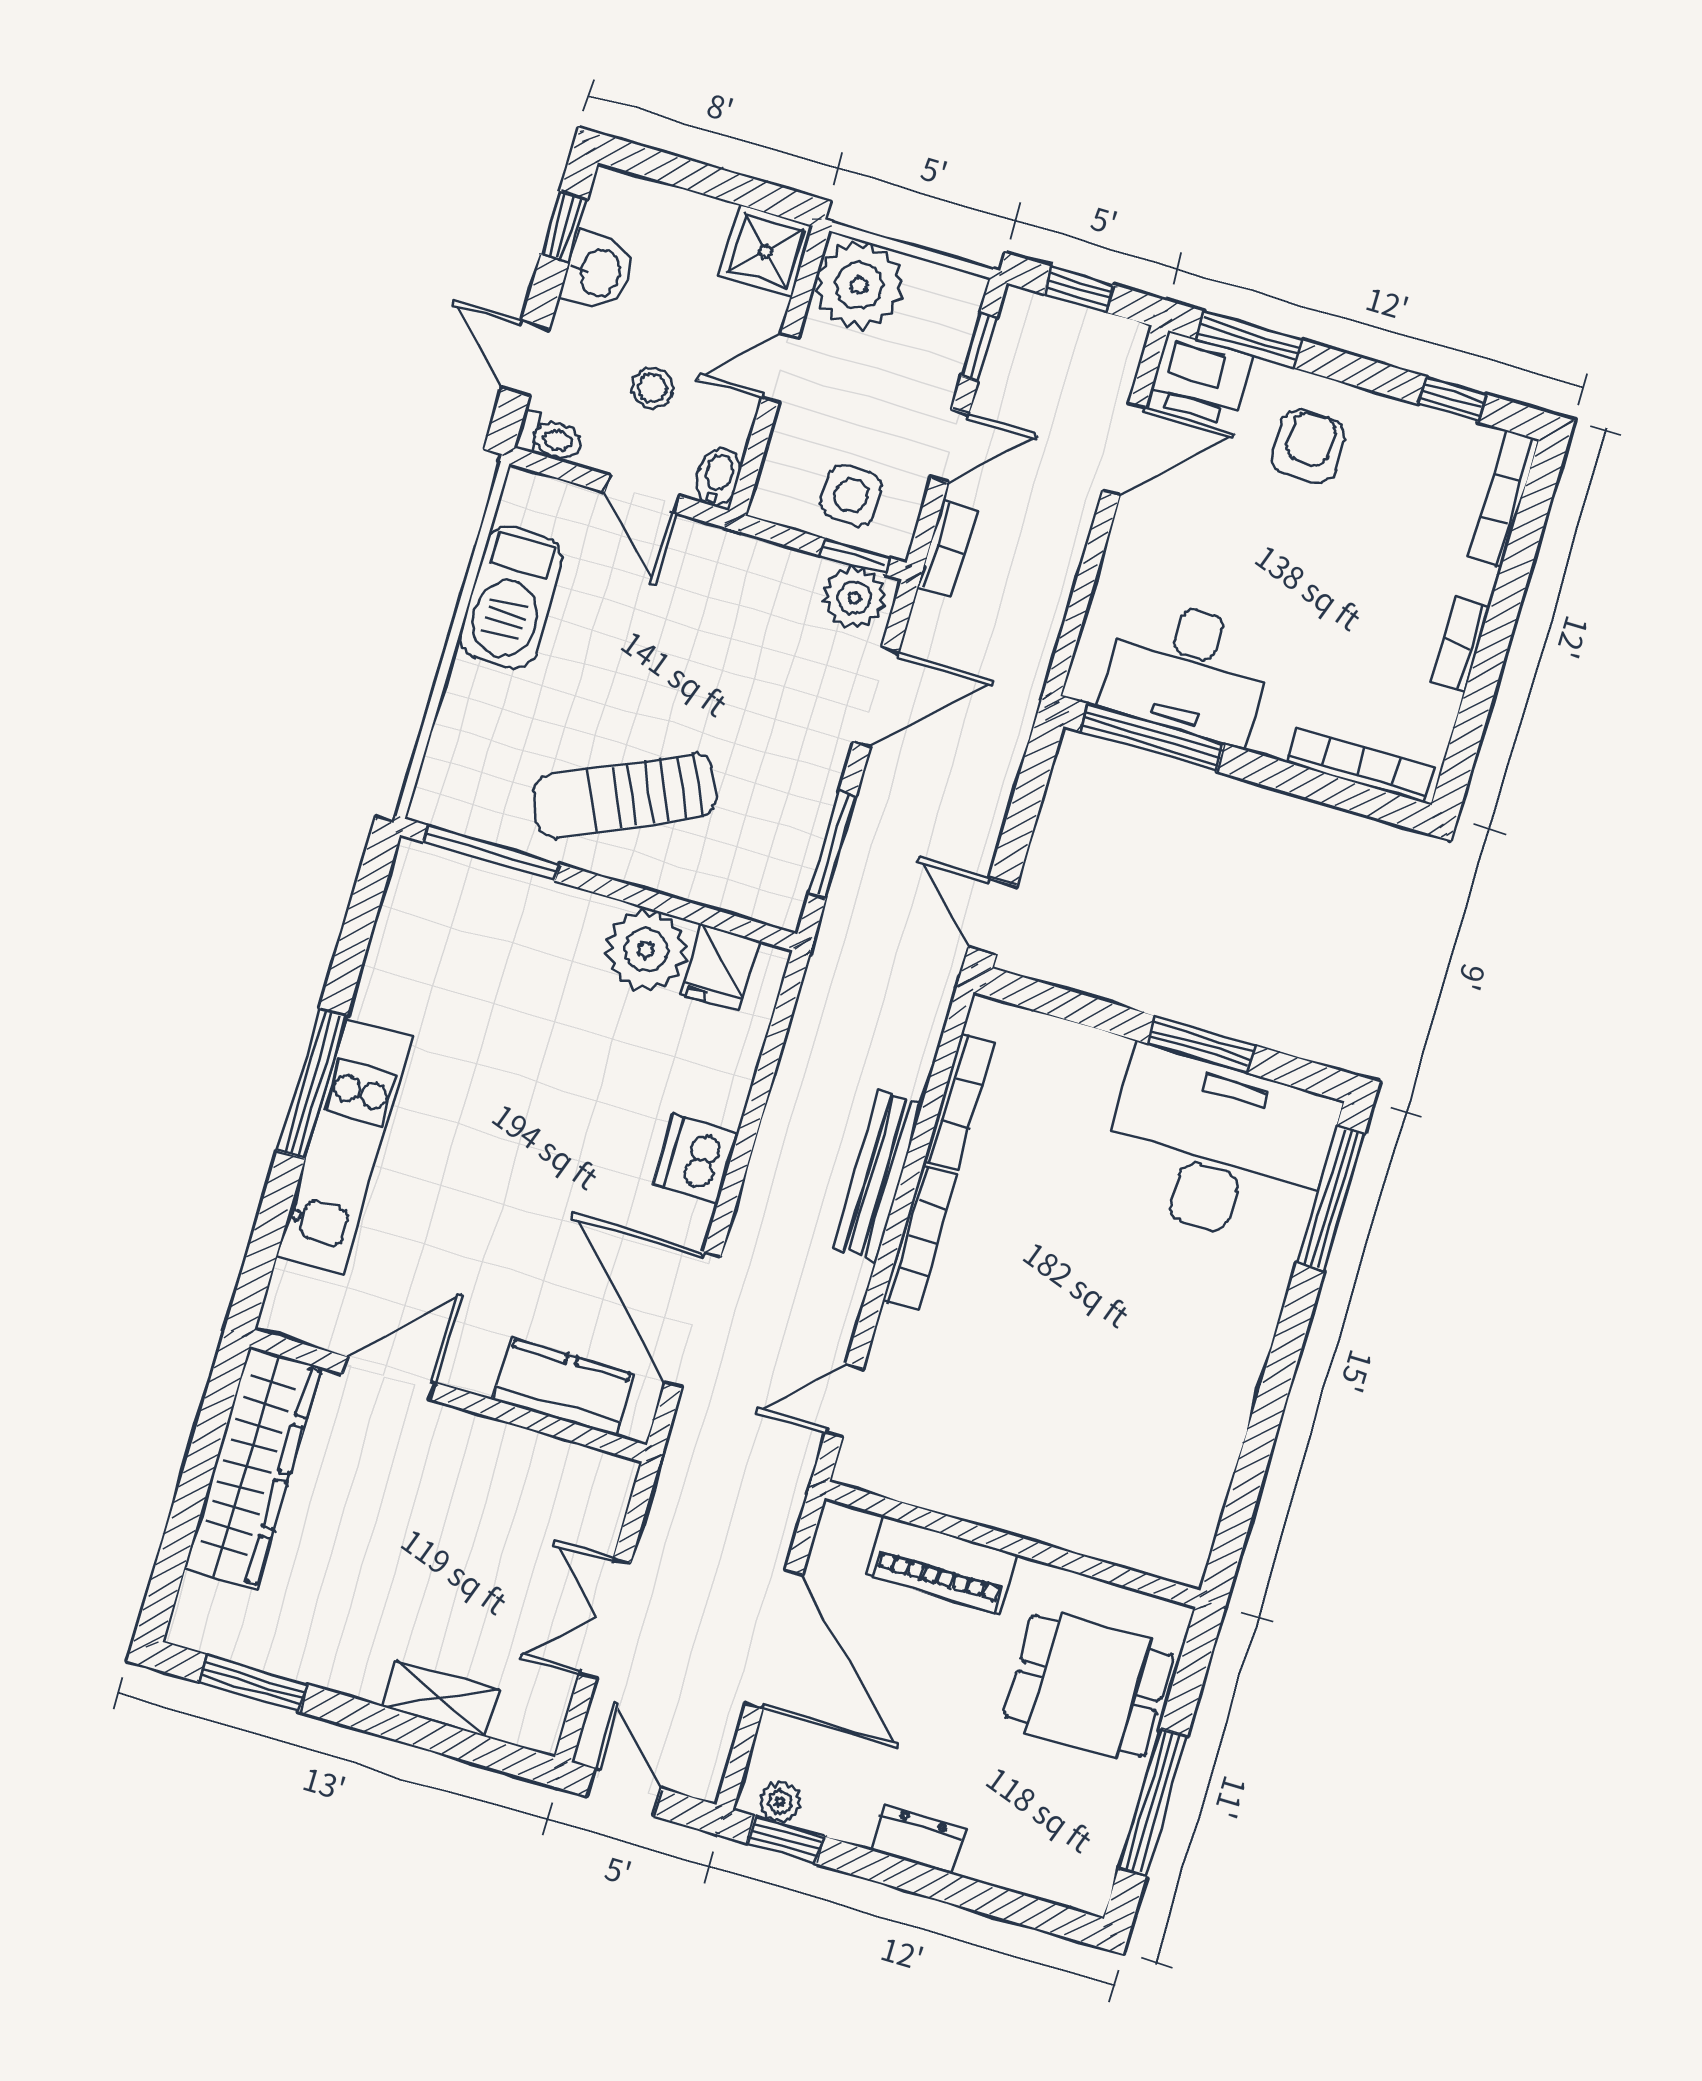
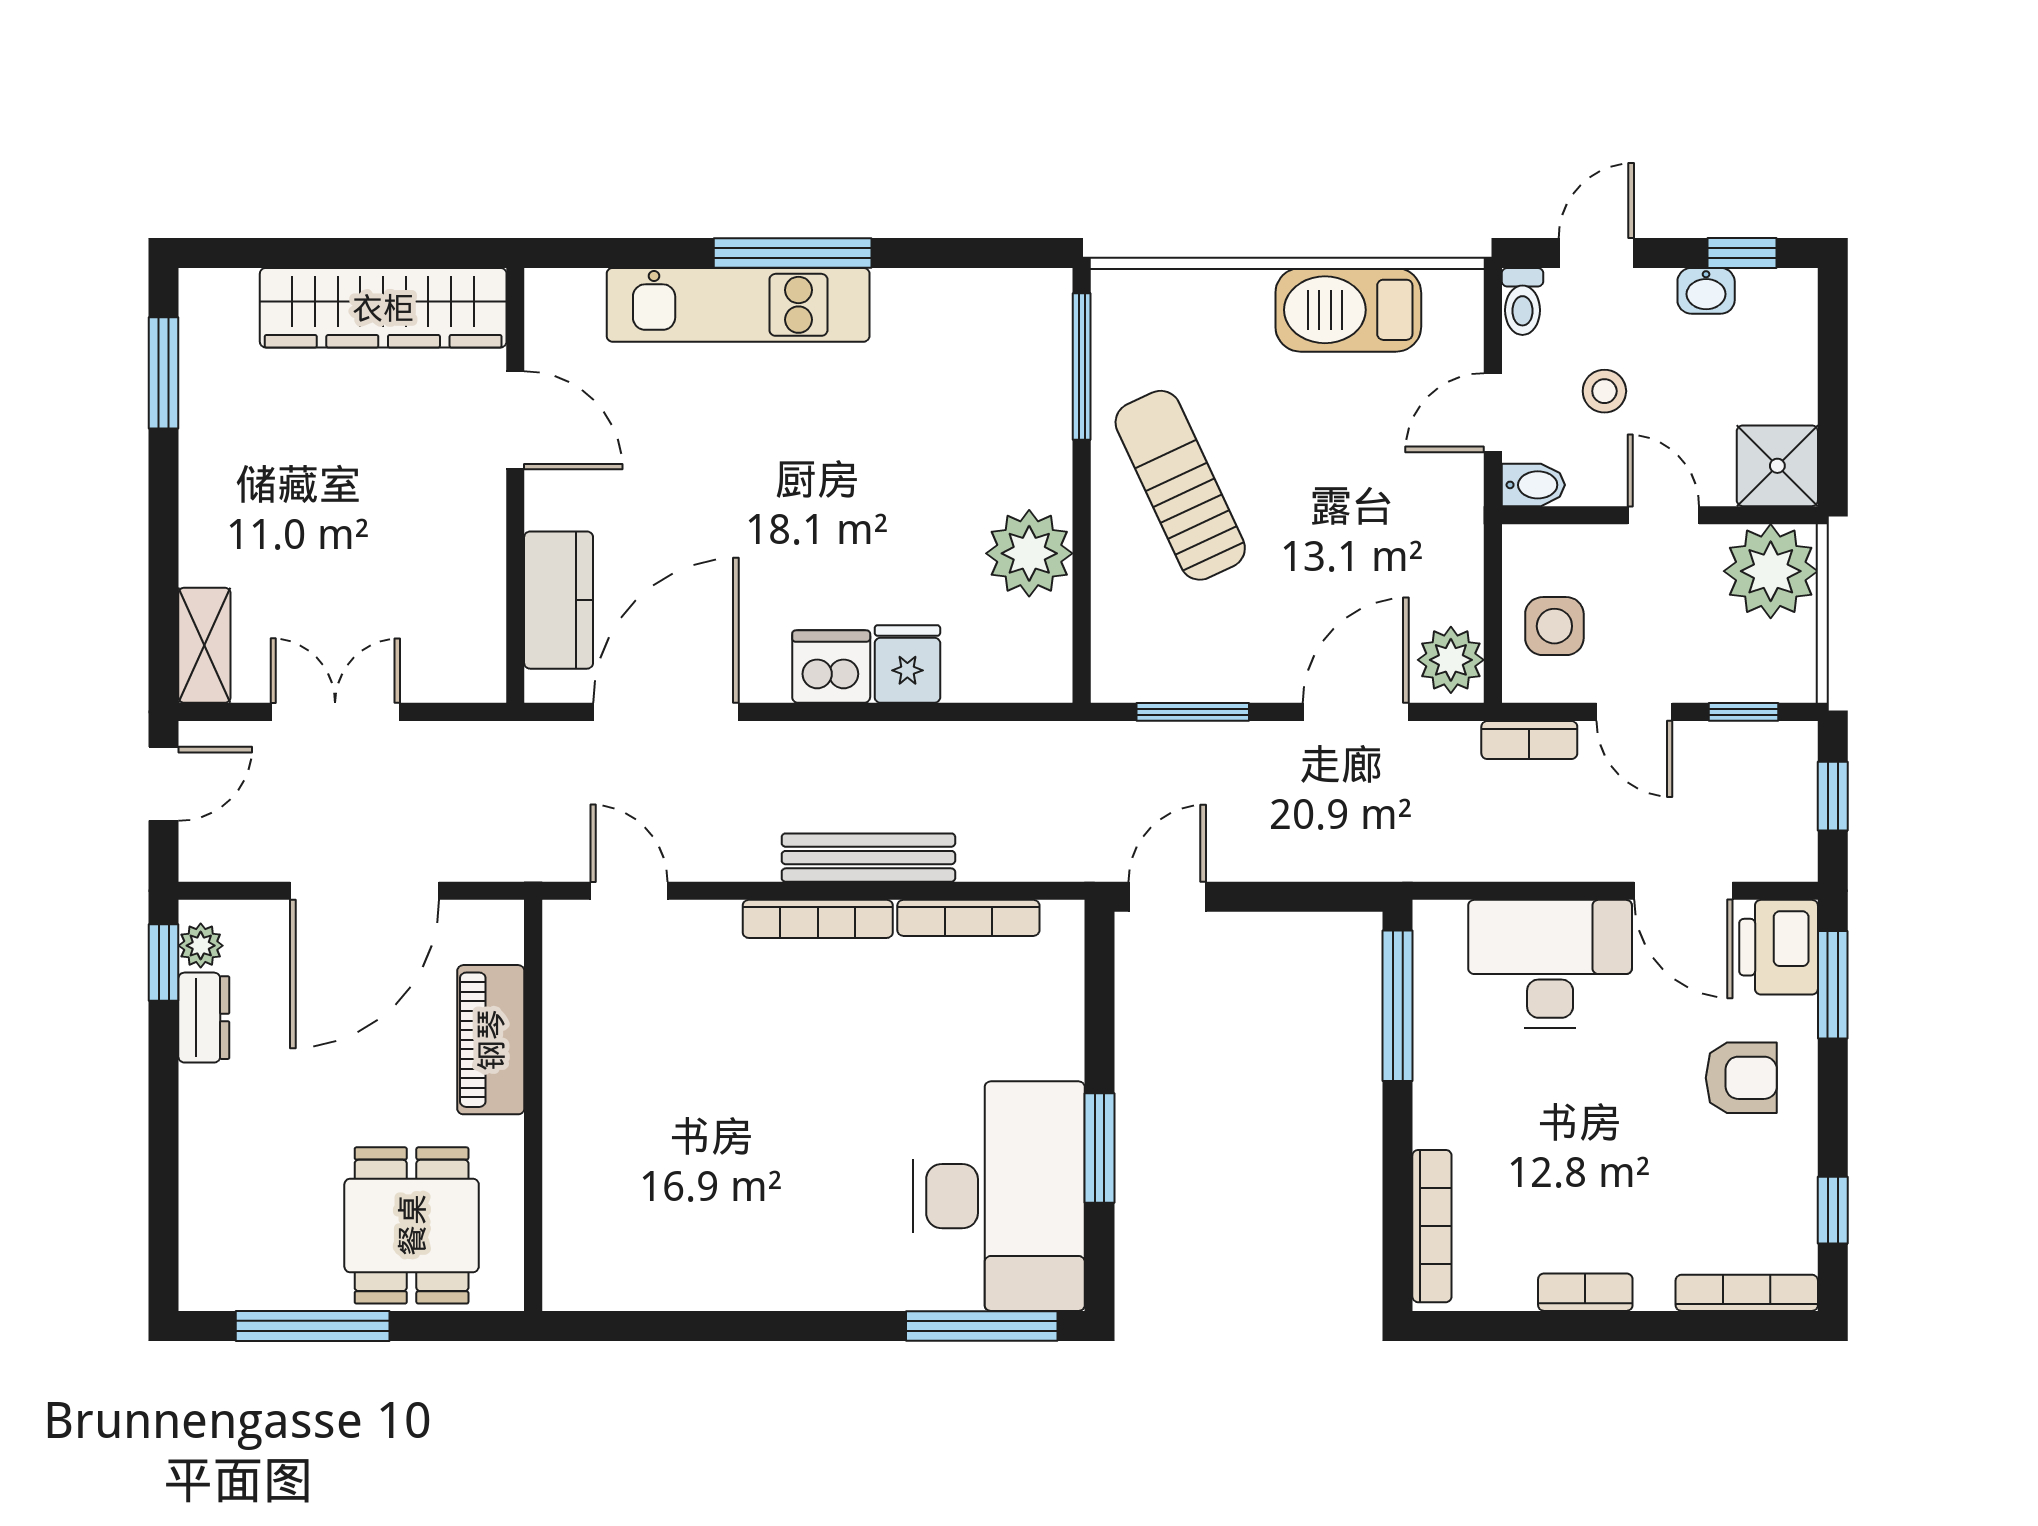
washbasin: (598, 272) -> (1706, 291), width x0.72, depth x0.69
window: (855, 557) -> (1493, 649), removed
desk: (1188, 671) -> (1550, 964), moved, turned 90
door: (876, 697) -> (1356, 712), swing flipped
fridge: (720, 967) -> (907, 664), moved, turned 90
shelving: (440, 1698) -> (204, 645), moved
dresser: (918, 1839) -> (204, 1018), moved

